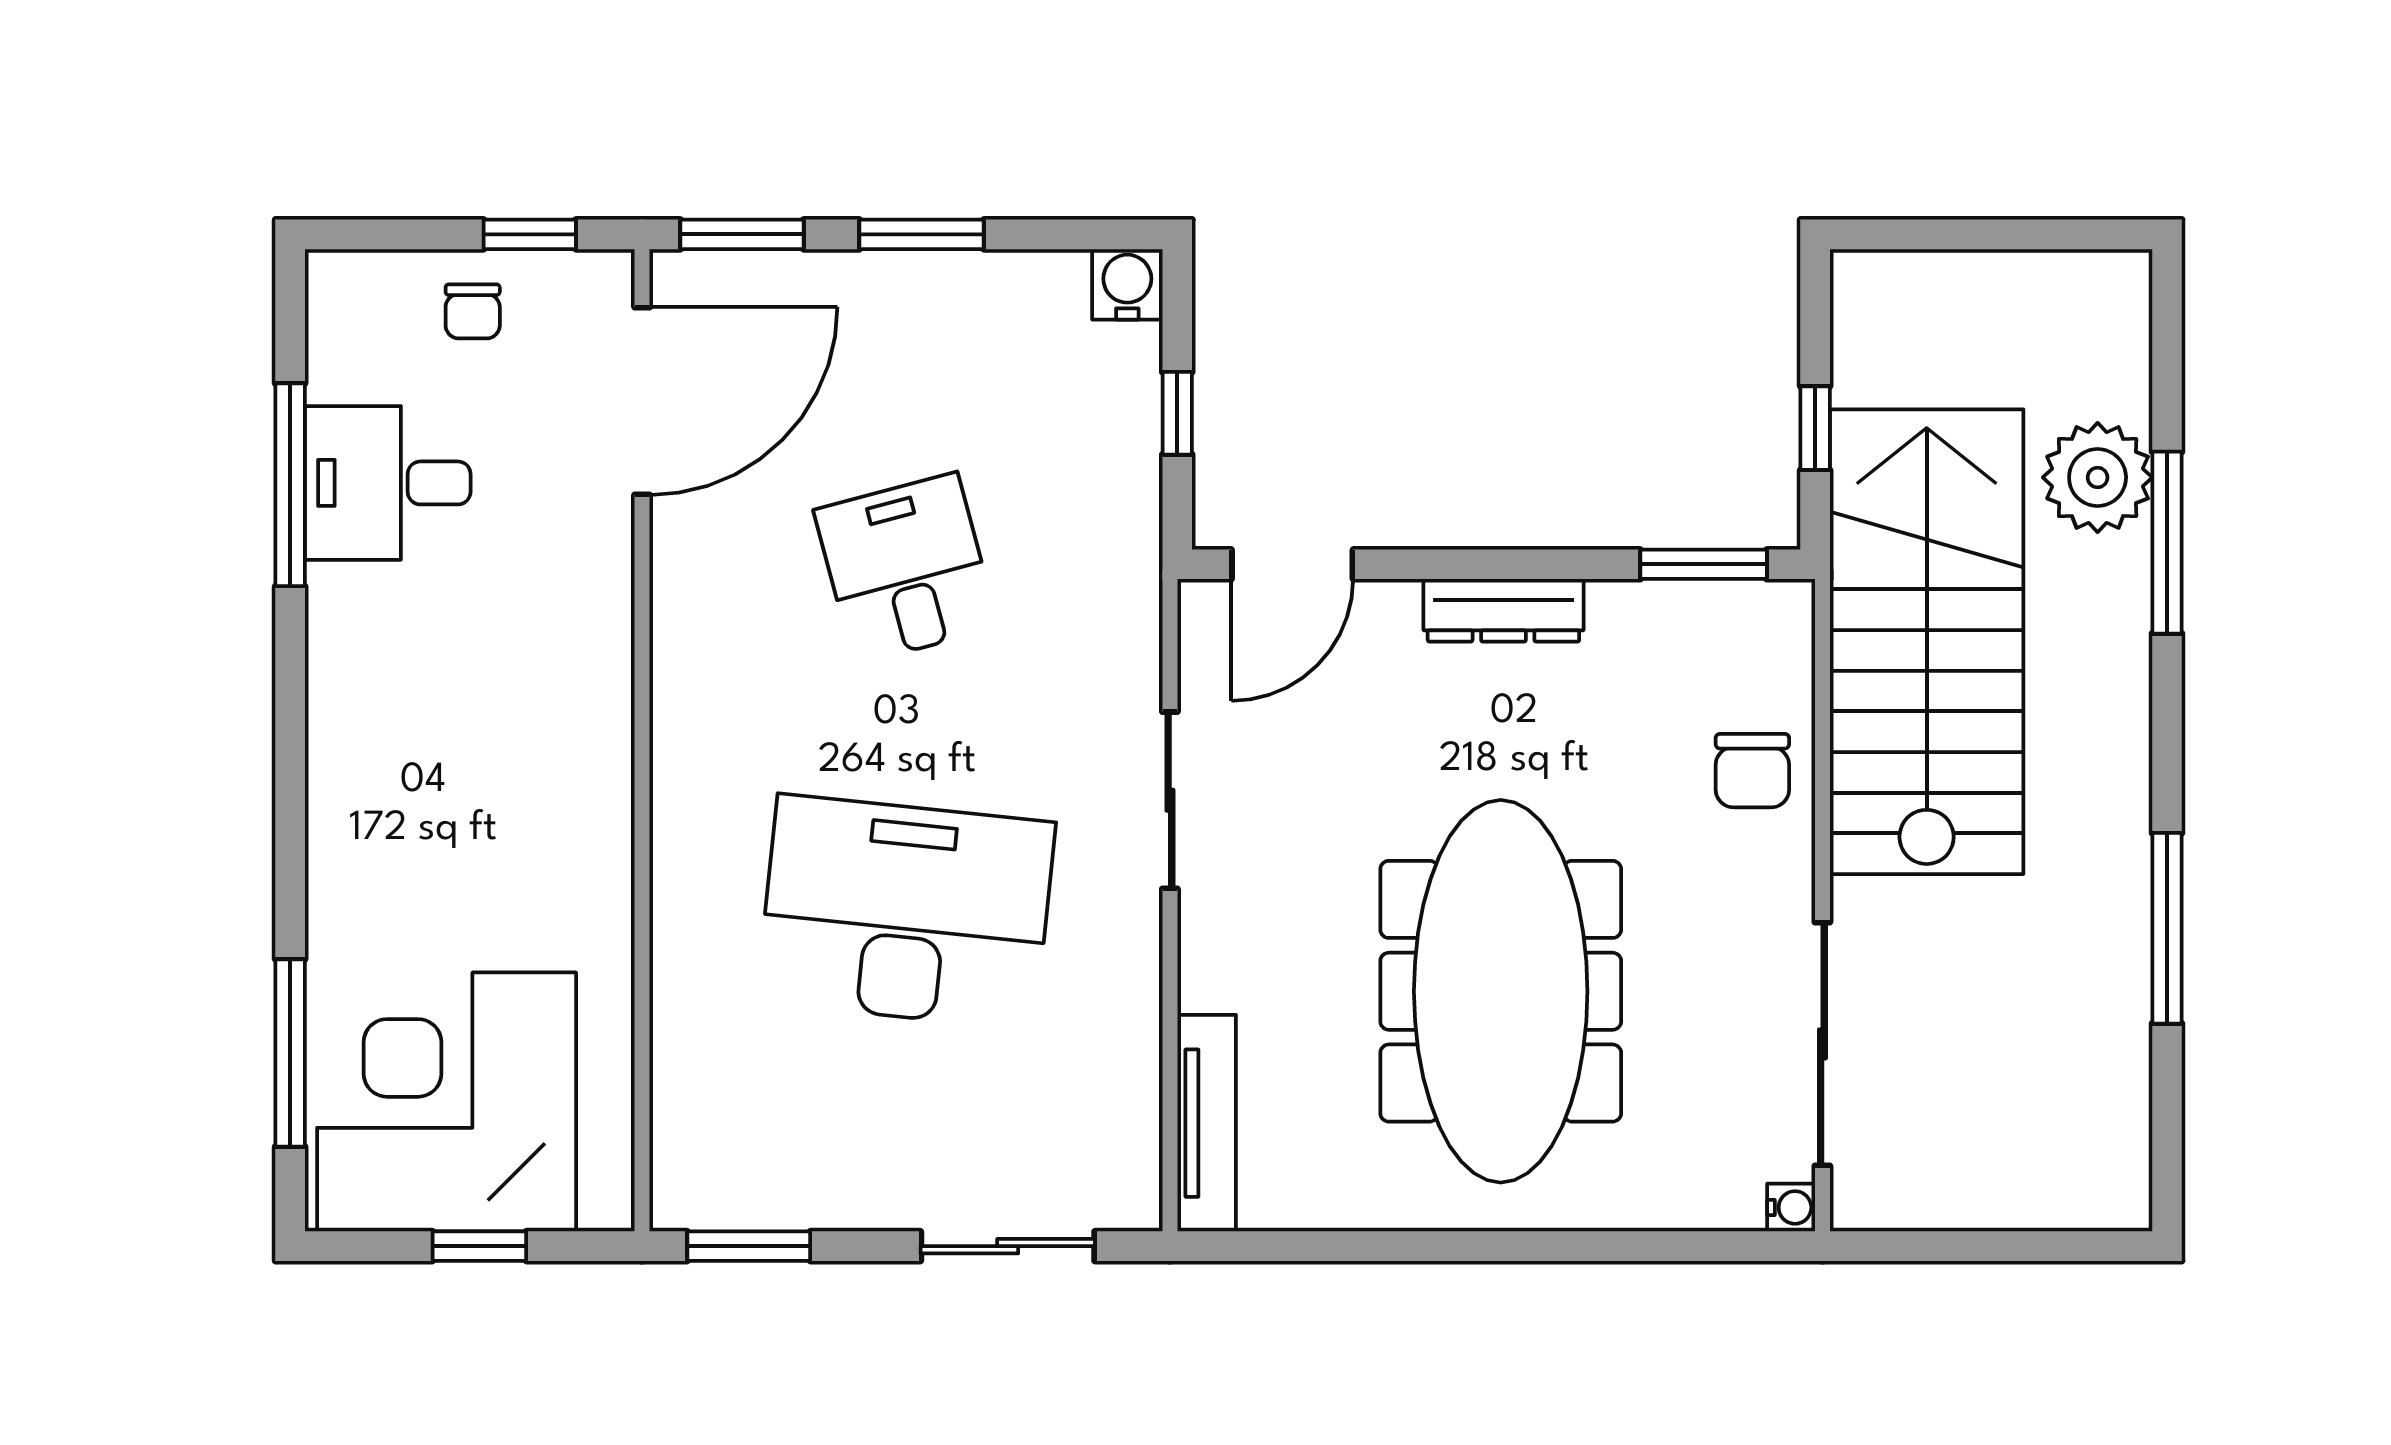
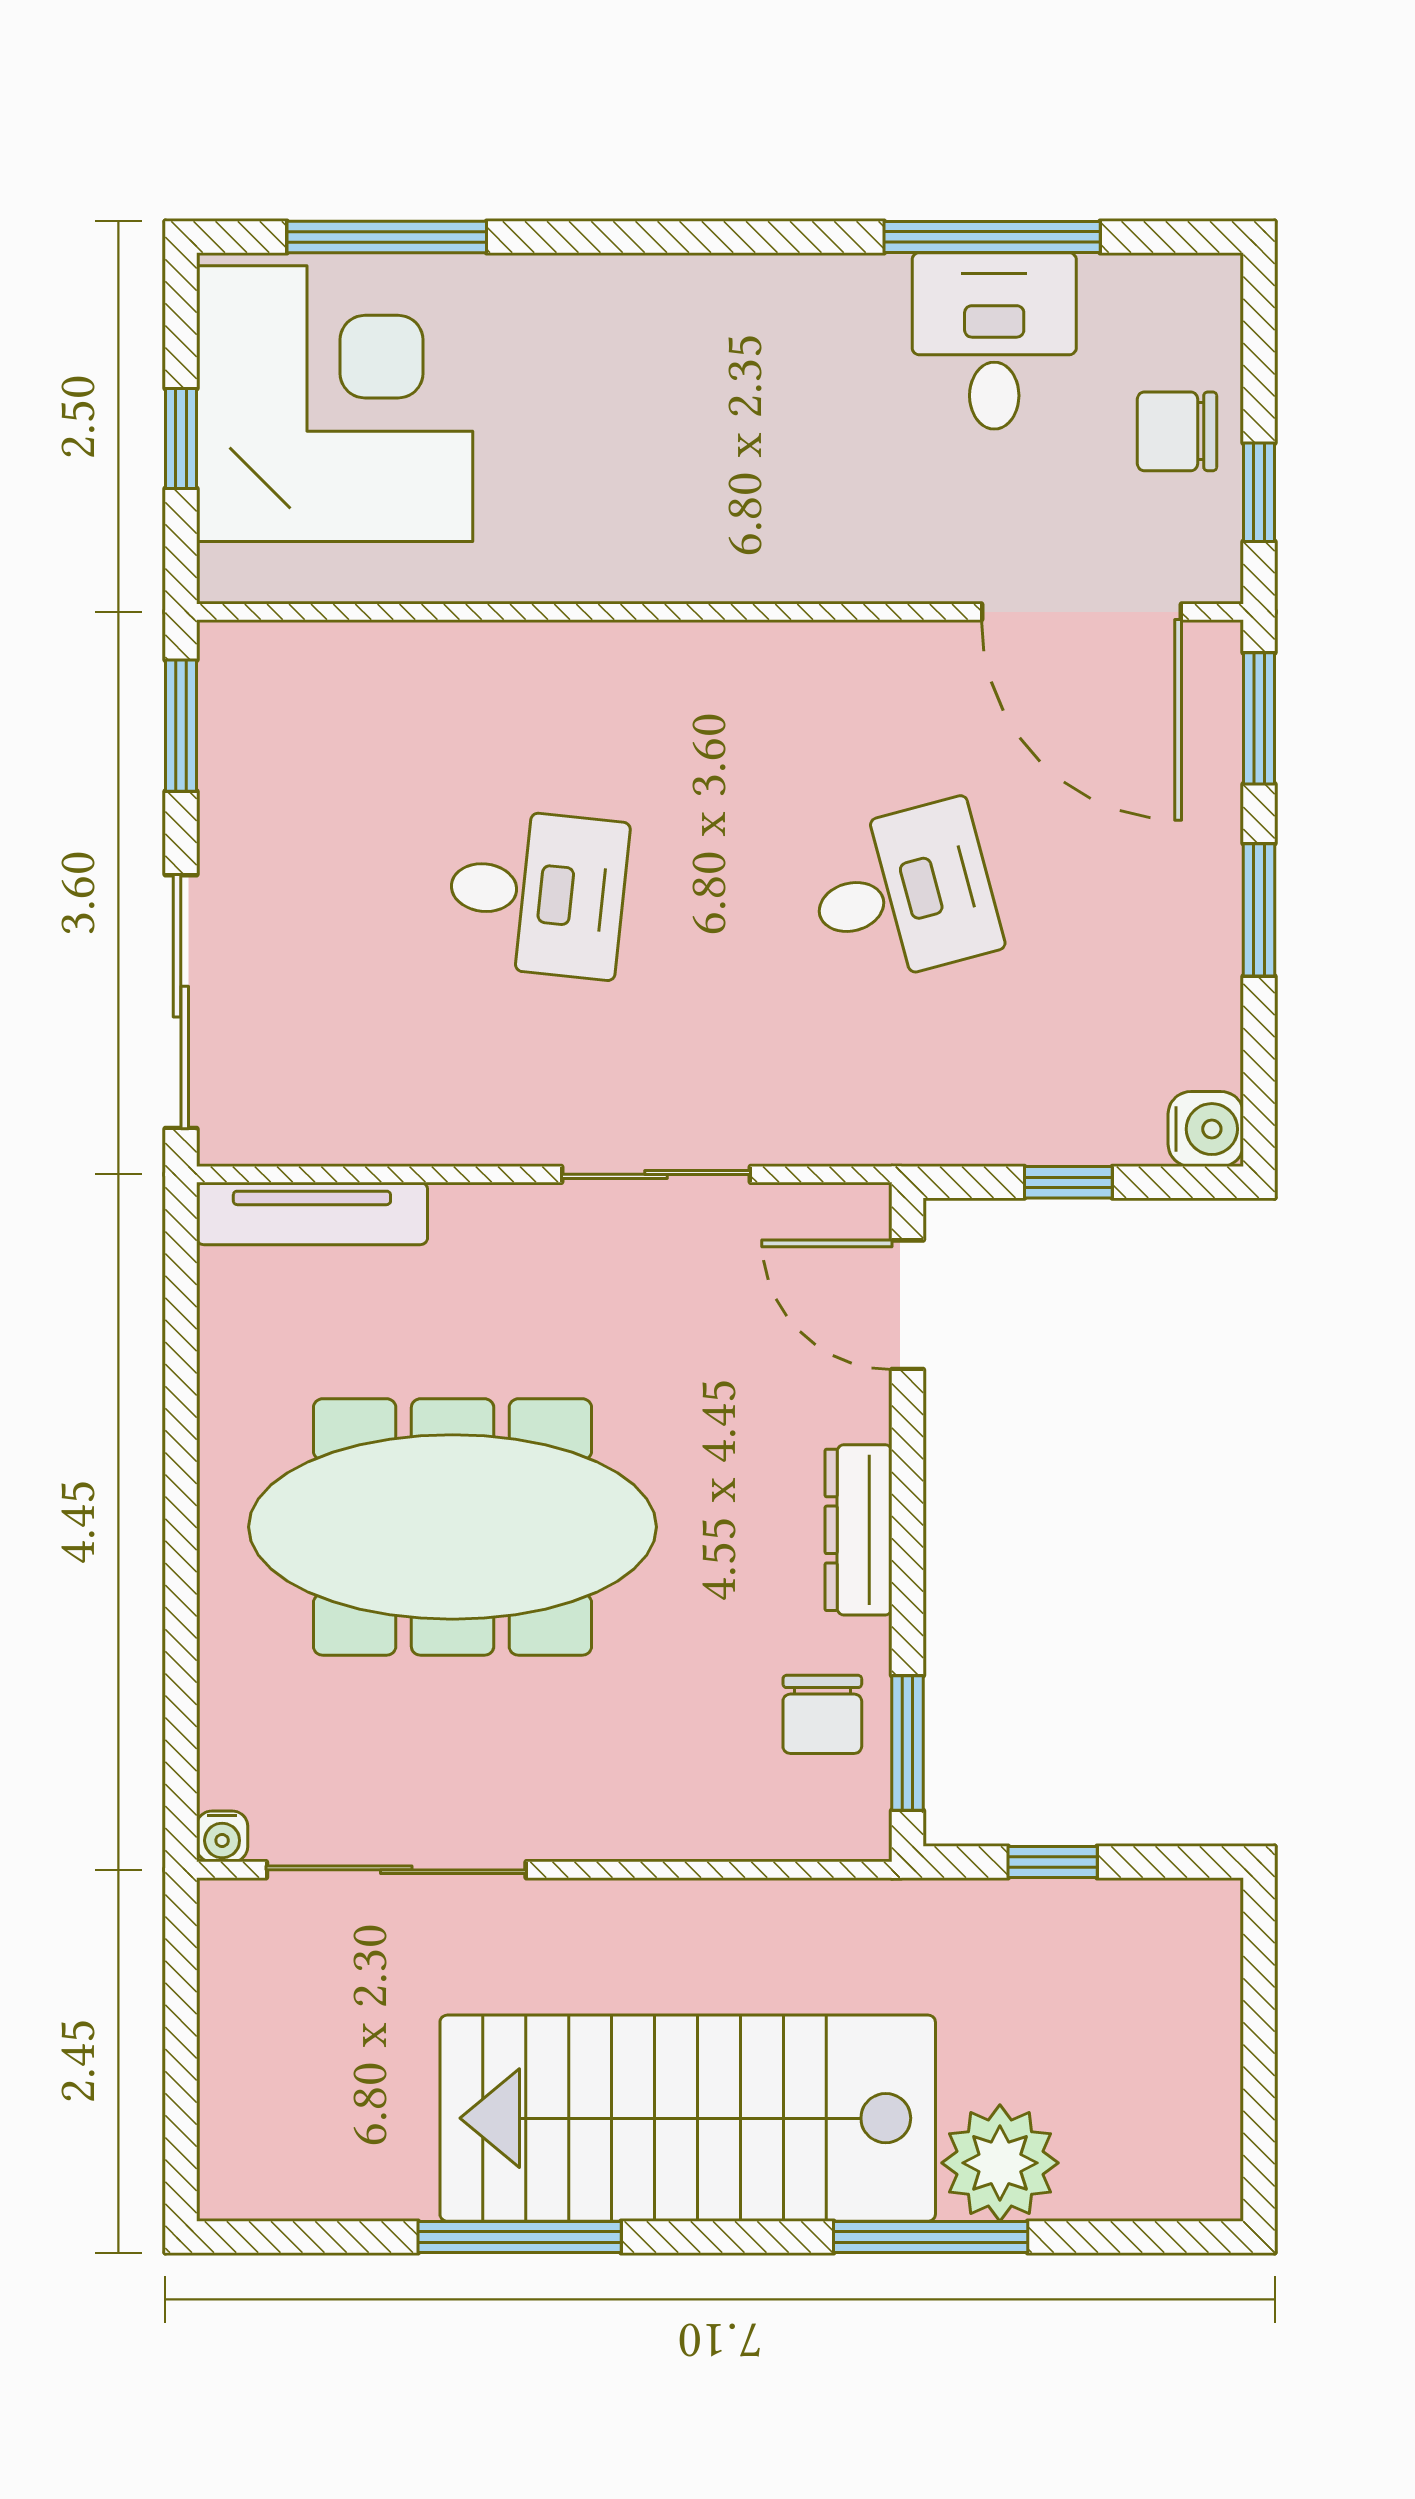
chair: (473, 311) -> (1177, 431), width x1.37, depth x1.37
stairs: (1927, 642) -> (688, 2118), moved, turned 180
chair: (1752, 771) -> (822, 1714), moved, turned -90
desk: (906, 912) -> (537, 893), width x0.53, depth x0.77
sliding door: (1008, 1246) -> (181, 1002), width x1.37

